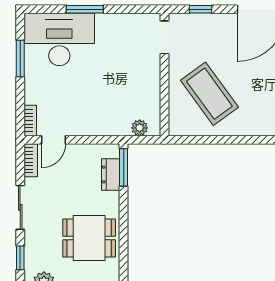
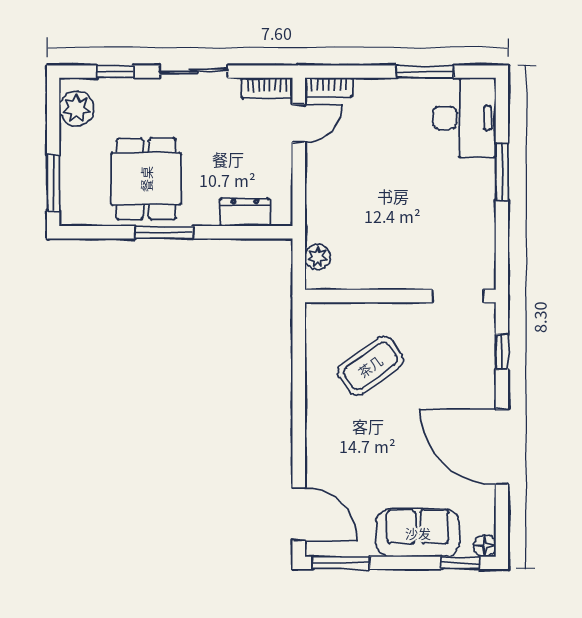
desk: (59, 39) -> (464, 118), width x0.73, depth x0.77
coffee table: (209, 94) -> (370, 366), width x0.73, depth x0.76
door: (53, 140) -> (299, 123), swing flipped
window: (124, 167) -> (164, 232), moved

